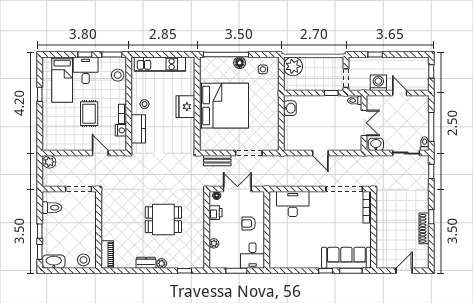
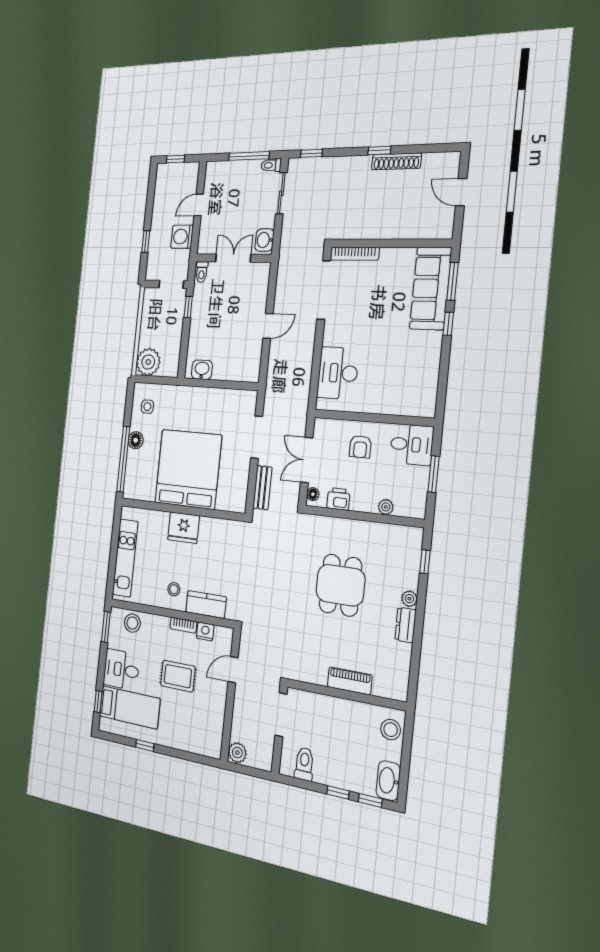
window: (85, 55) -> (98, 702), moved
piano: (107, 254) -> (350, 681), moved

